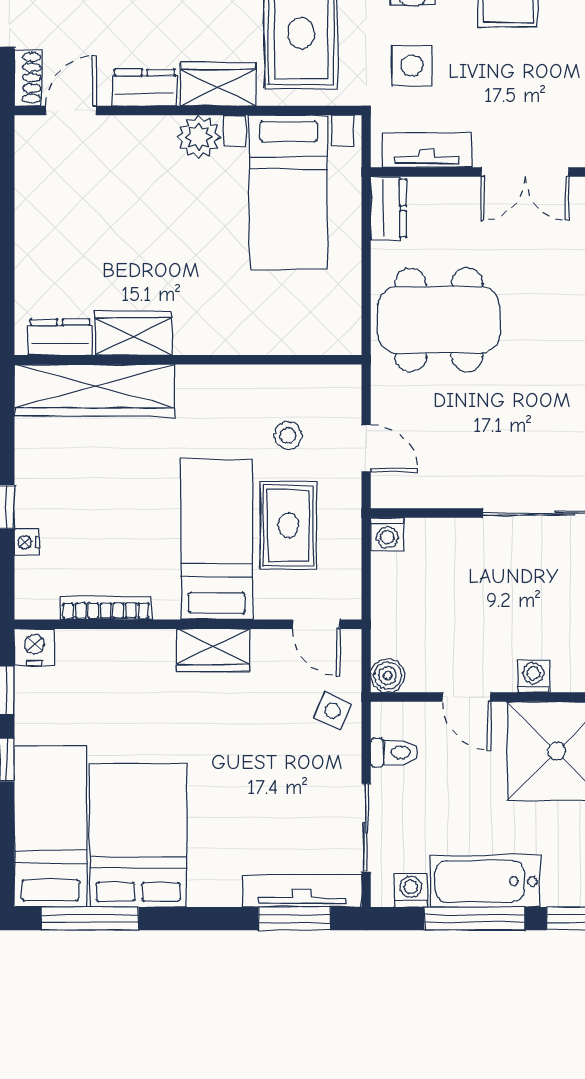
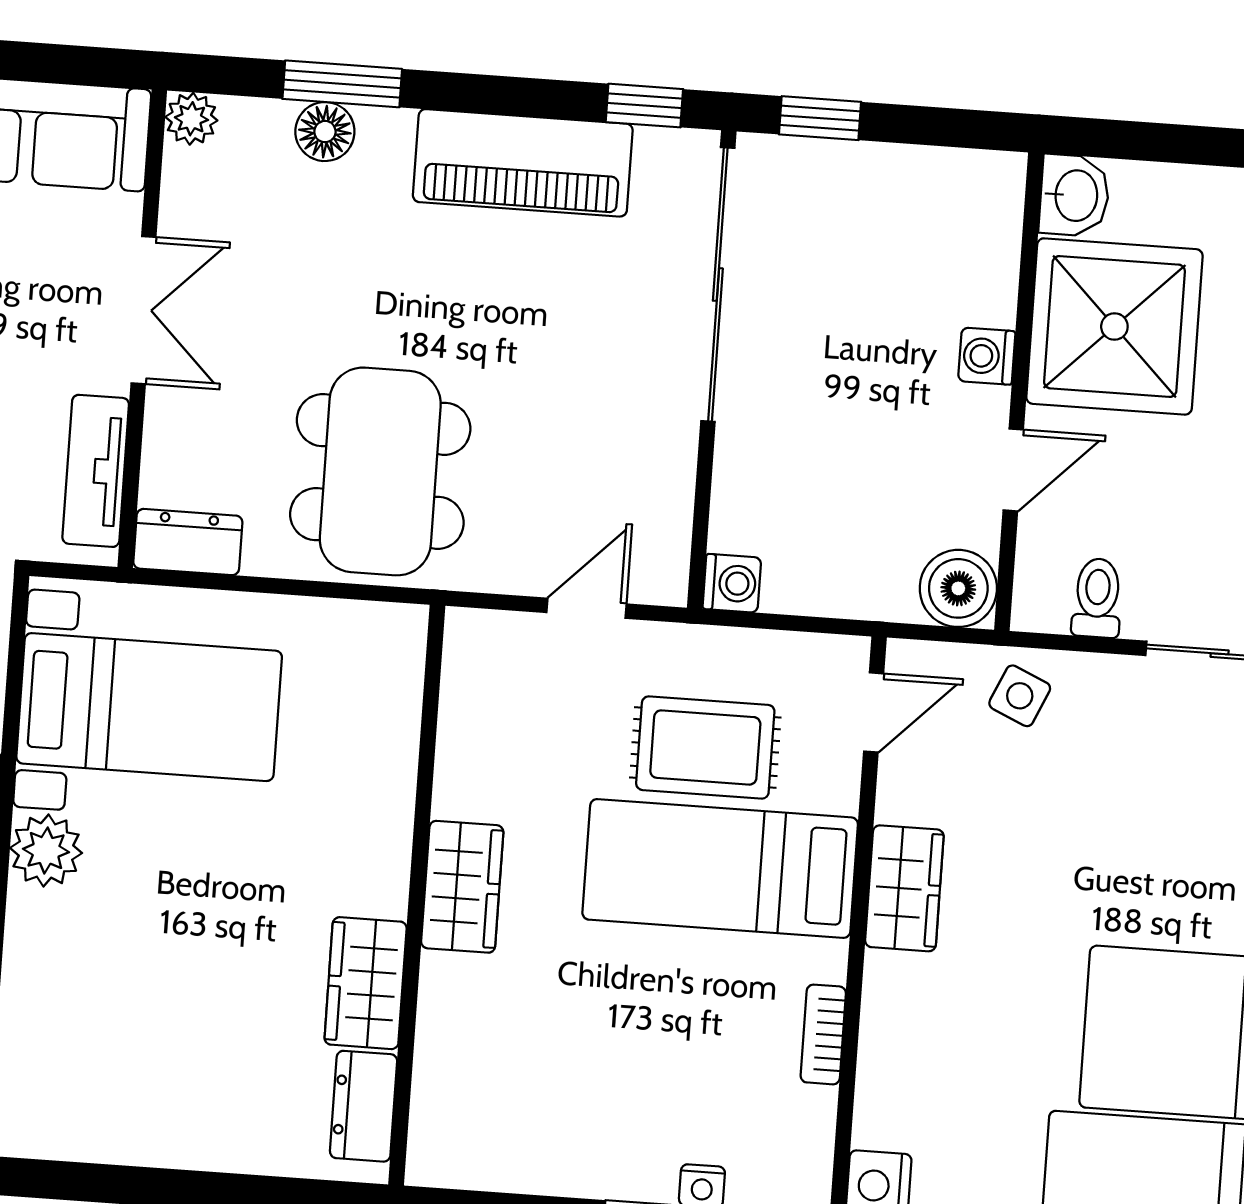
wardrobe: (94, 390) -> (462, 887), moved, width x0.48, depth x0.85
stool: (288, 435) -> (555, 737), removed
bookcase: (106, 608) -> (823, 1034), width x0.64
boiler: (388, 675) -> (958, 588), width x1.36, depth x1.36

